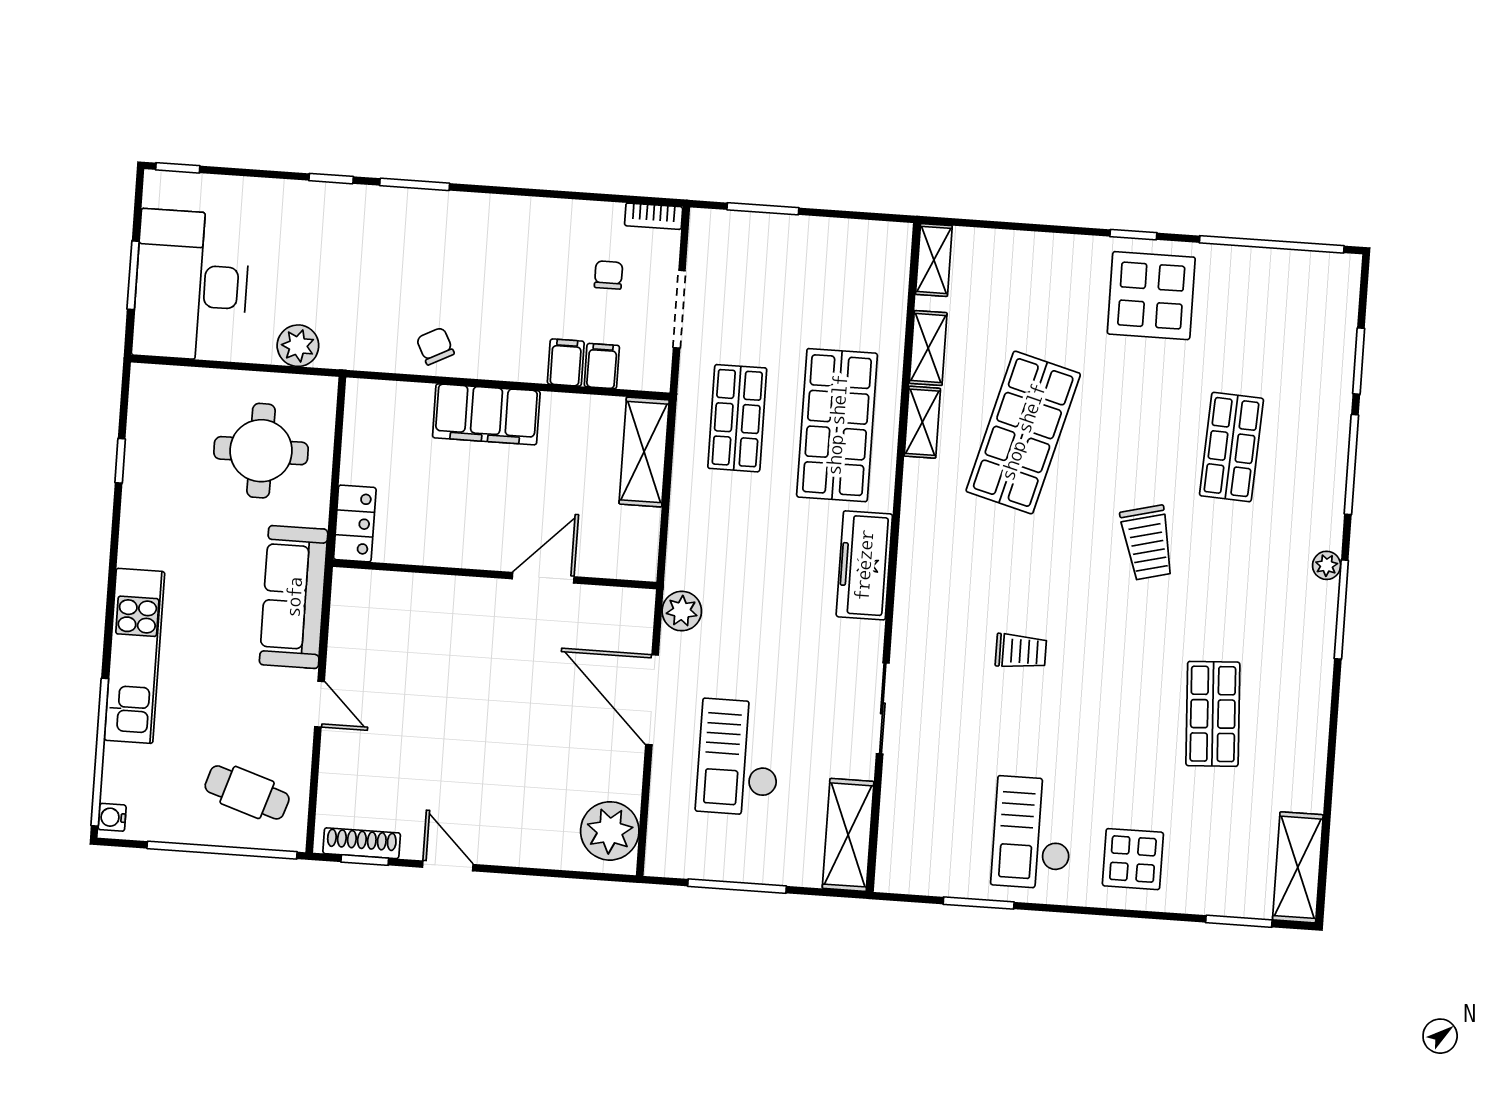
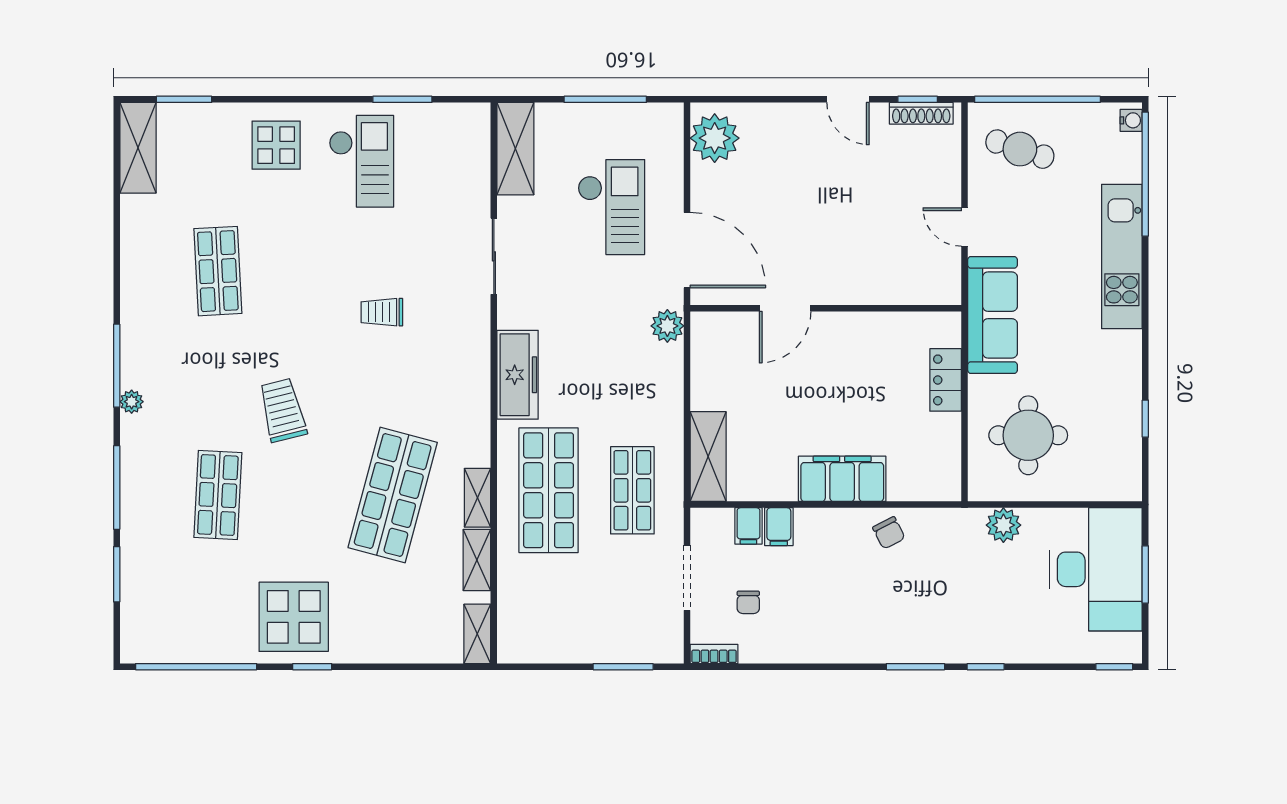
wall: (495, 574) -> (826, 308), moved
door: (543, 578) -> (785, 308), moved

